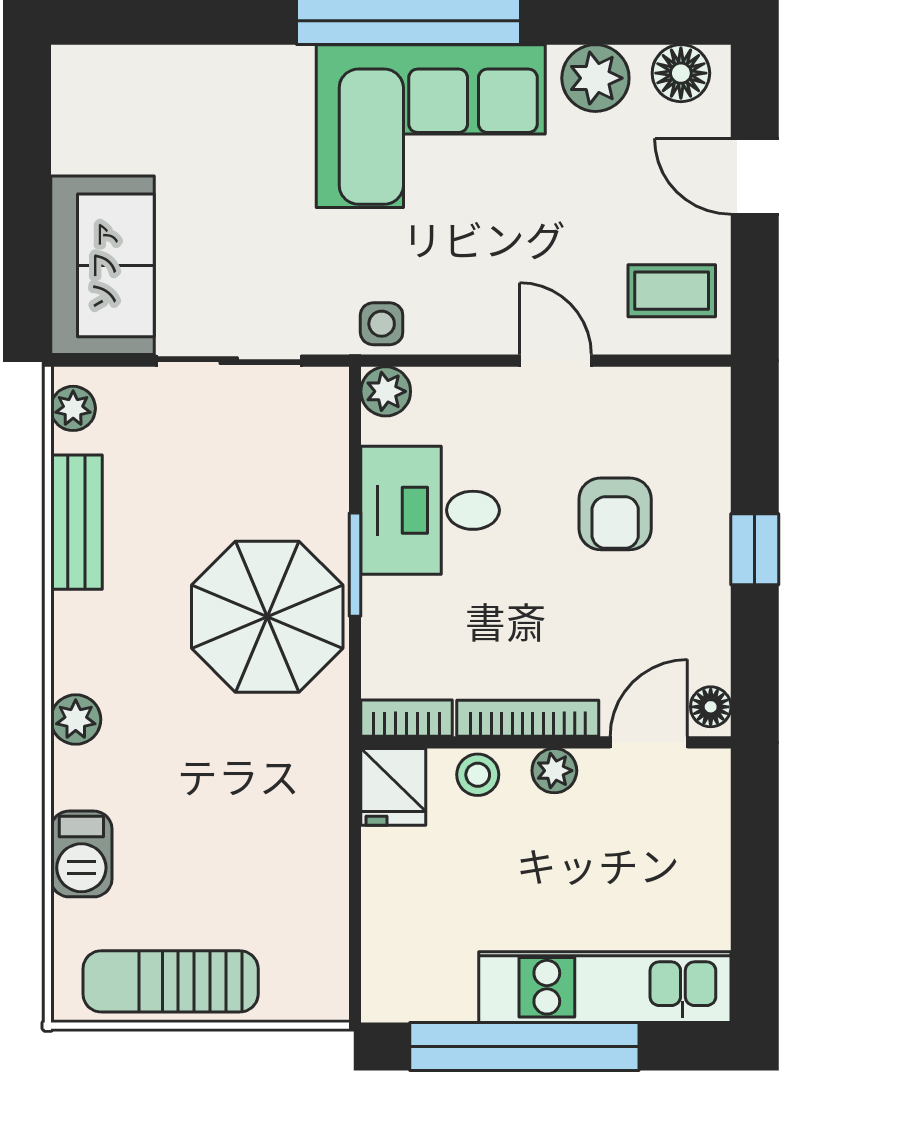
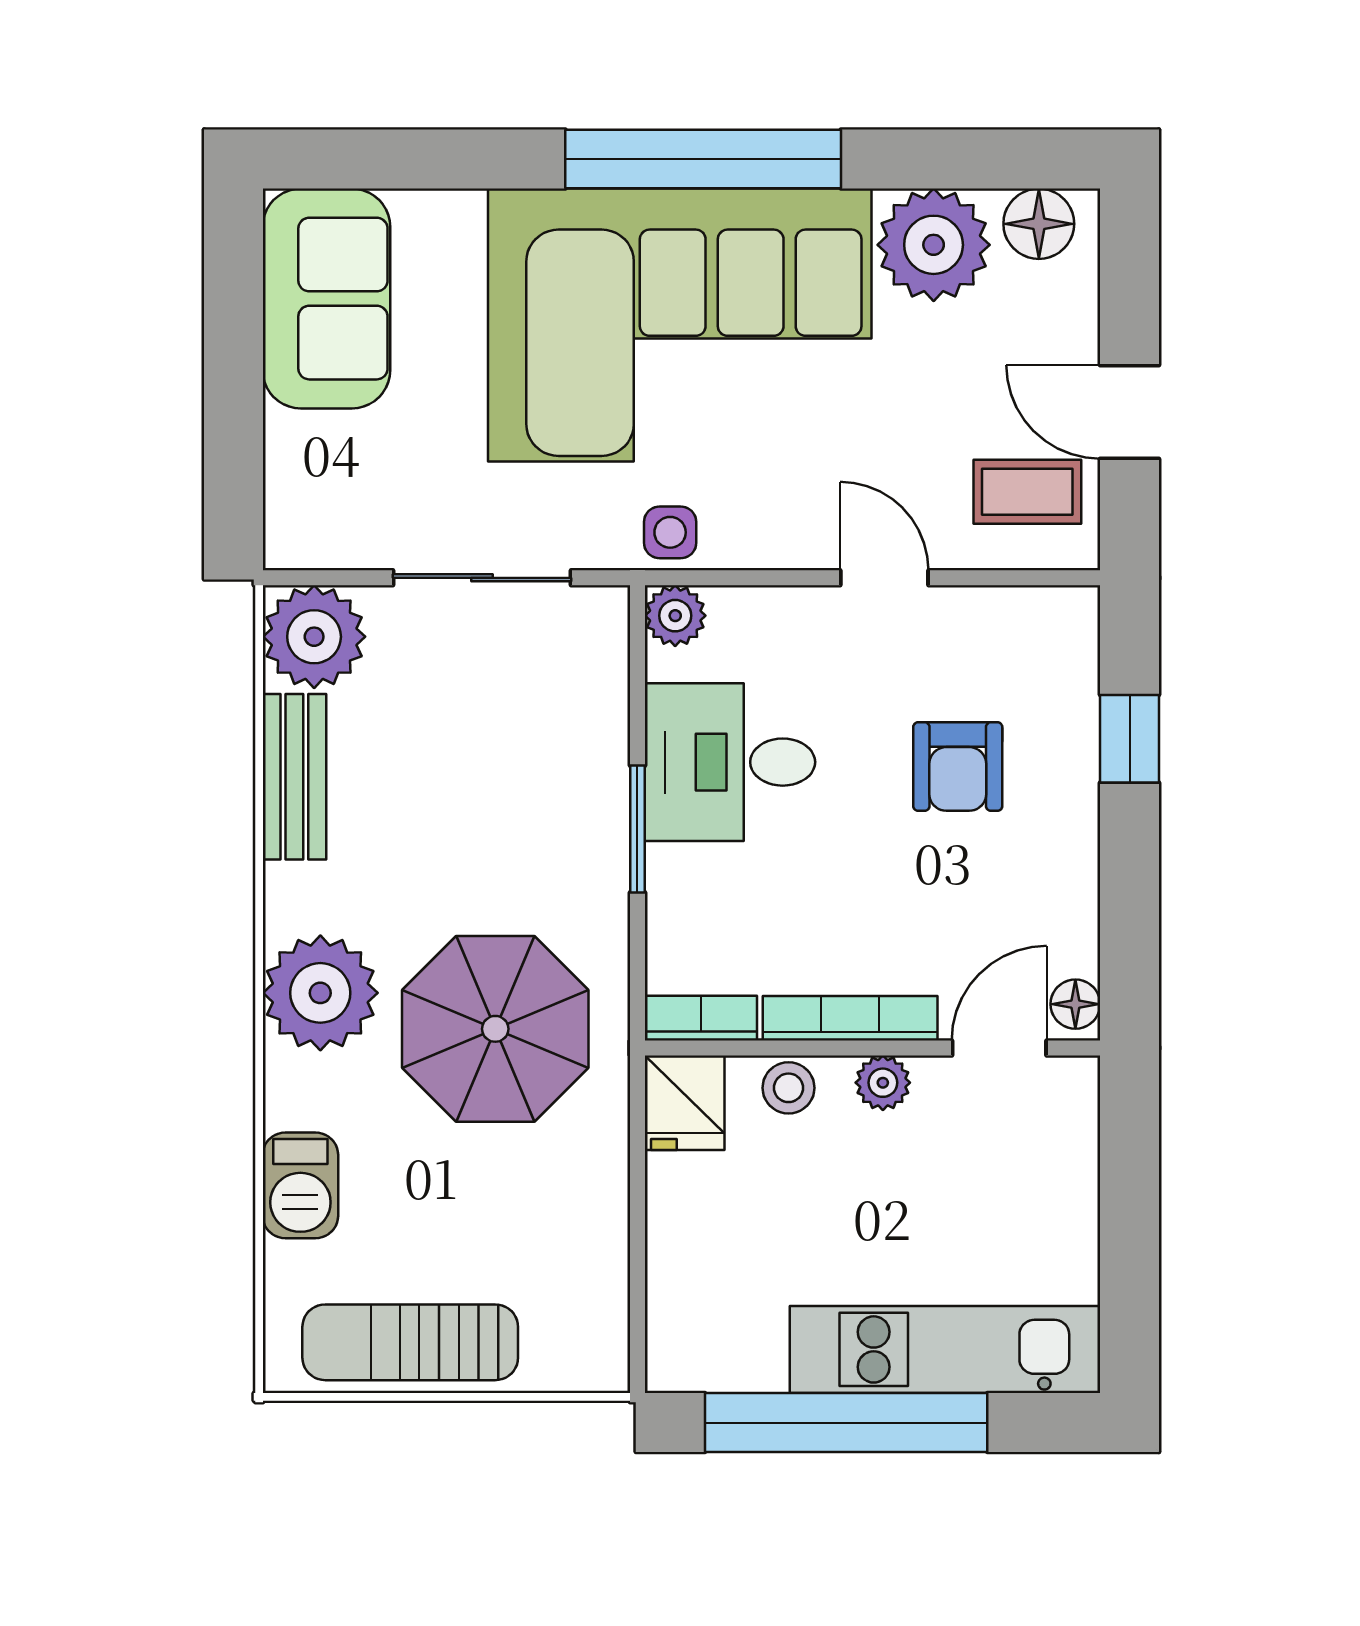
plant: (595, 78) -> (934, 245), width x1.36, depth x1.36
corner sofa: (431, 126) -> (680, 325), width x1.36, depth x1.36
door: (755, 176) -> (1130, 412), moved
sofa: (102, 265) -> (326, 299), moved
plant: (73, 408) -> (314, 637), width x1.88, depth x1.88
window: (755, 549) -> (1130, 739), moved
parasol: (267, 617) -> (495, 1029), moved
plant: (76, 719) -> (320, 993), width x1.88, depth x1.88

